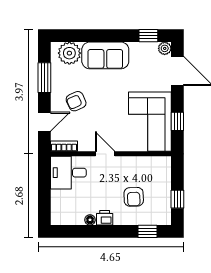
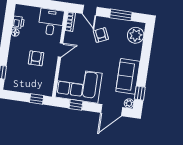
sofa: (105, 55) -> (128, 76), moved
armchair: (134, 197) -> (36, 58), moved, turned 92
window: (177, 199) -> (37, 99), moved
printer: (105, 218) -> (18, 22), moved

